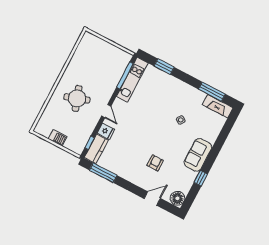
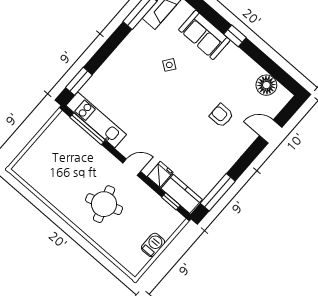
window: (164, 67) -> (79, 81), moved
sofa: (198, 155) -> (204, 35), moved
window: (201, 178) -> (235, 36), moved
door: (152, 198) -> (271, 132), hinge flipped
floor lamp: (177, 198) -> (266, 85), moved

